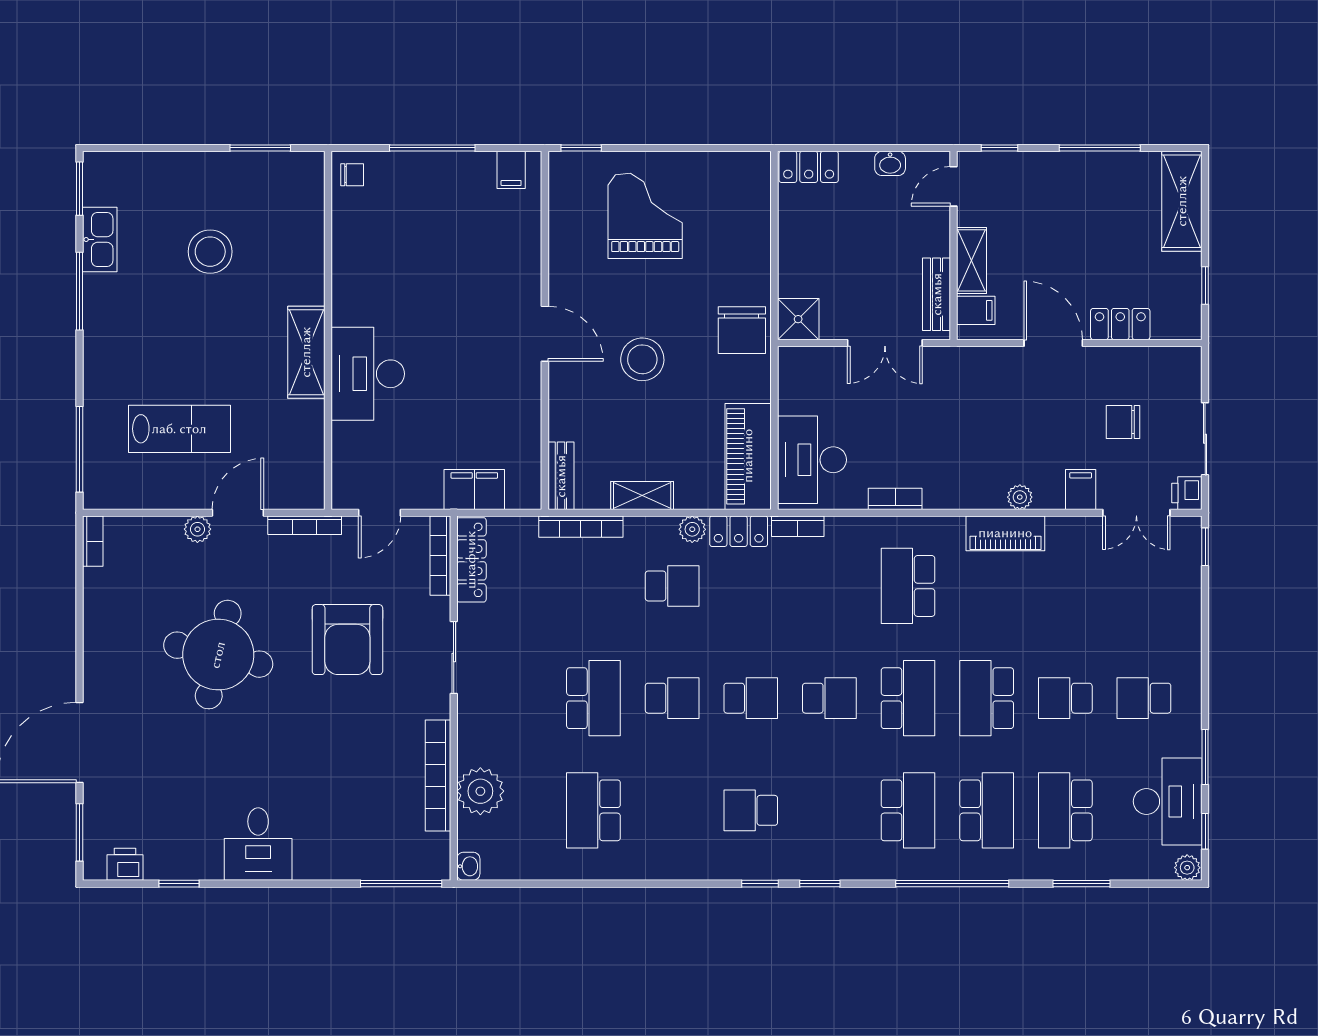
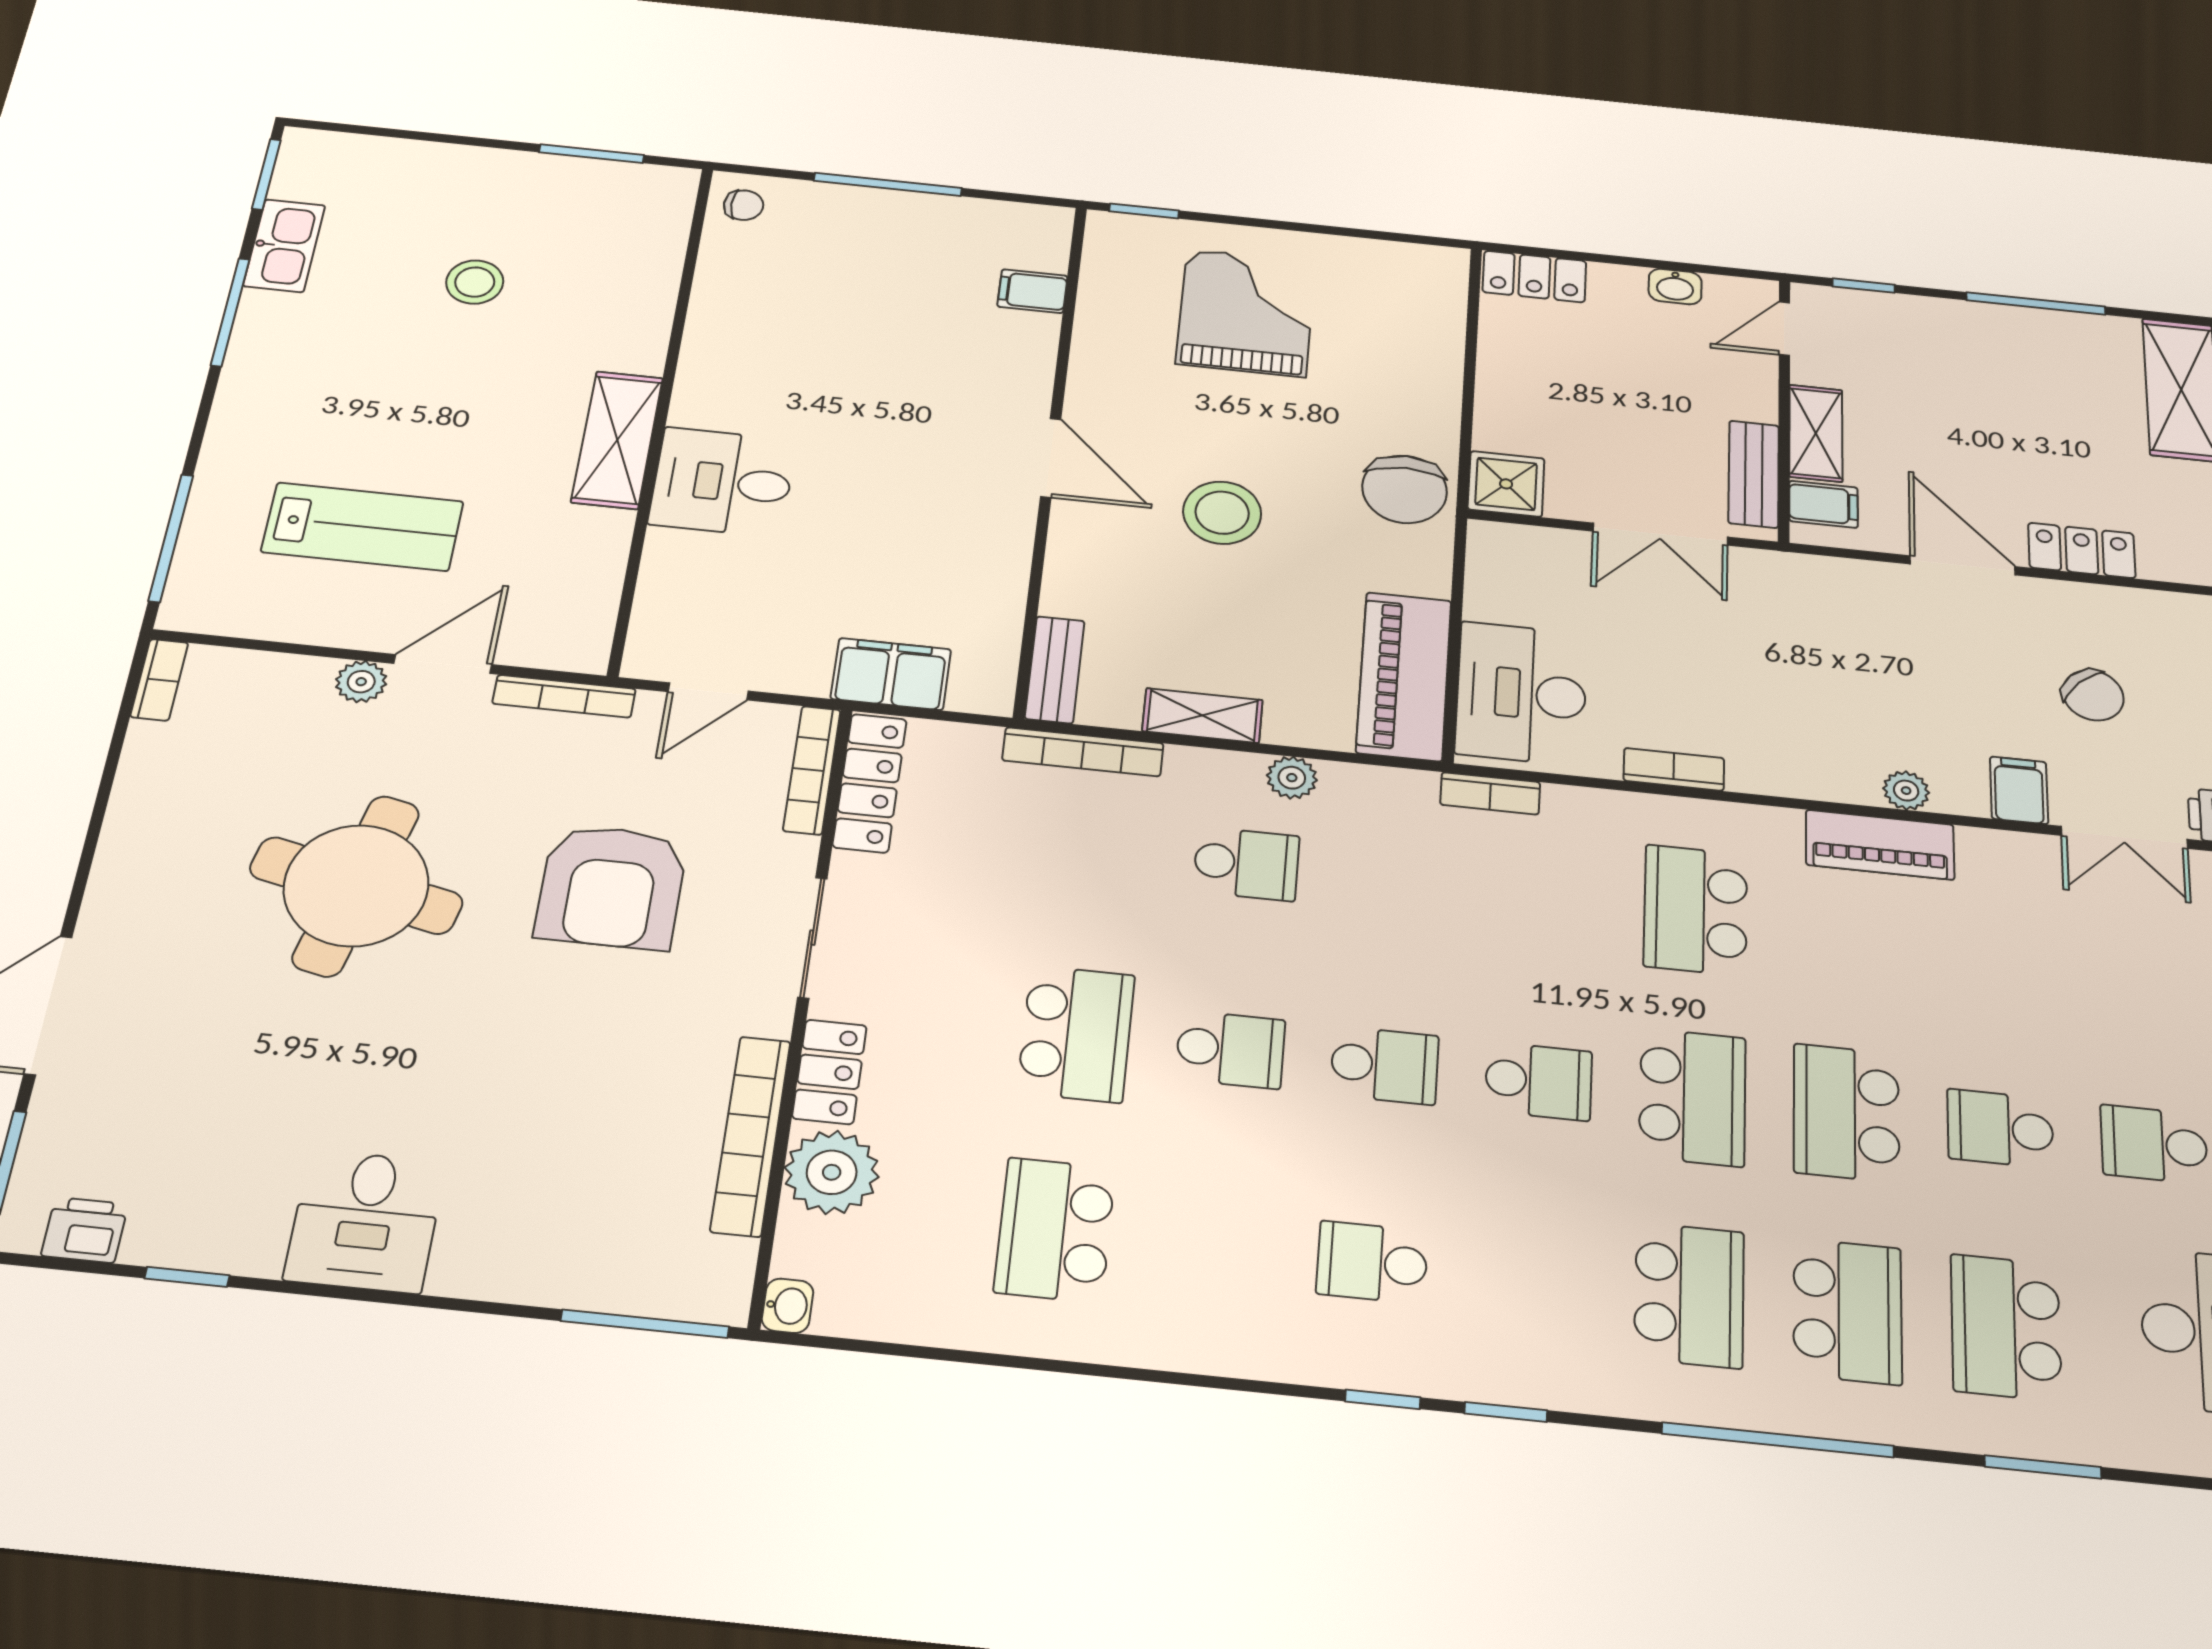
filing cabinet: (511, 170) -> (1032, 291), moved, turned 90
stool: (210, 252) -> (475, 282), width x0.73, depth x0.73
desk: (368, 374) -> (723, 482), width x0.73
chair: (1123, 422) -> (2093, 695), turned -135
locker: (739, 531) -> (829, 1072), moved, turned -90

